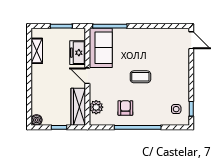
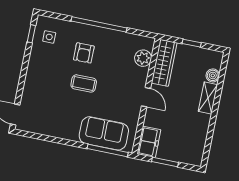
sofa: (101, 48) -> (104, 133), moved, turned 90
shelving: (37, 51) -> (208, 98), moved
freezer: (78, 53) -> (149, 142), moved
armchair: (125, 108) -> (84, 53), moved
boiler: (37, 120) -> (213, 75), moved

